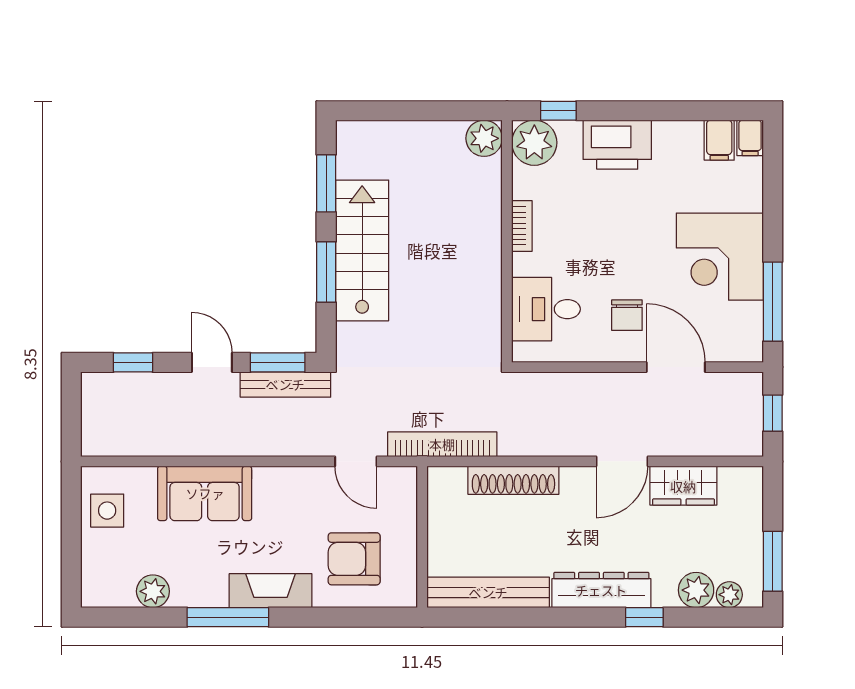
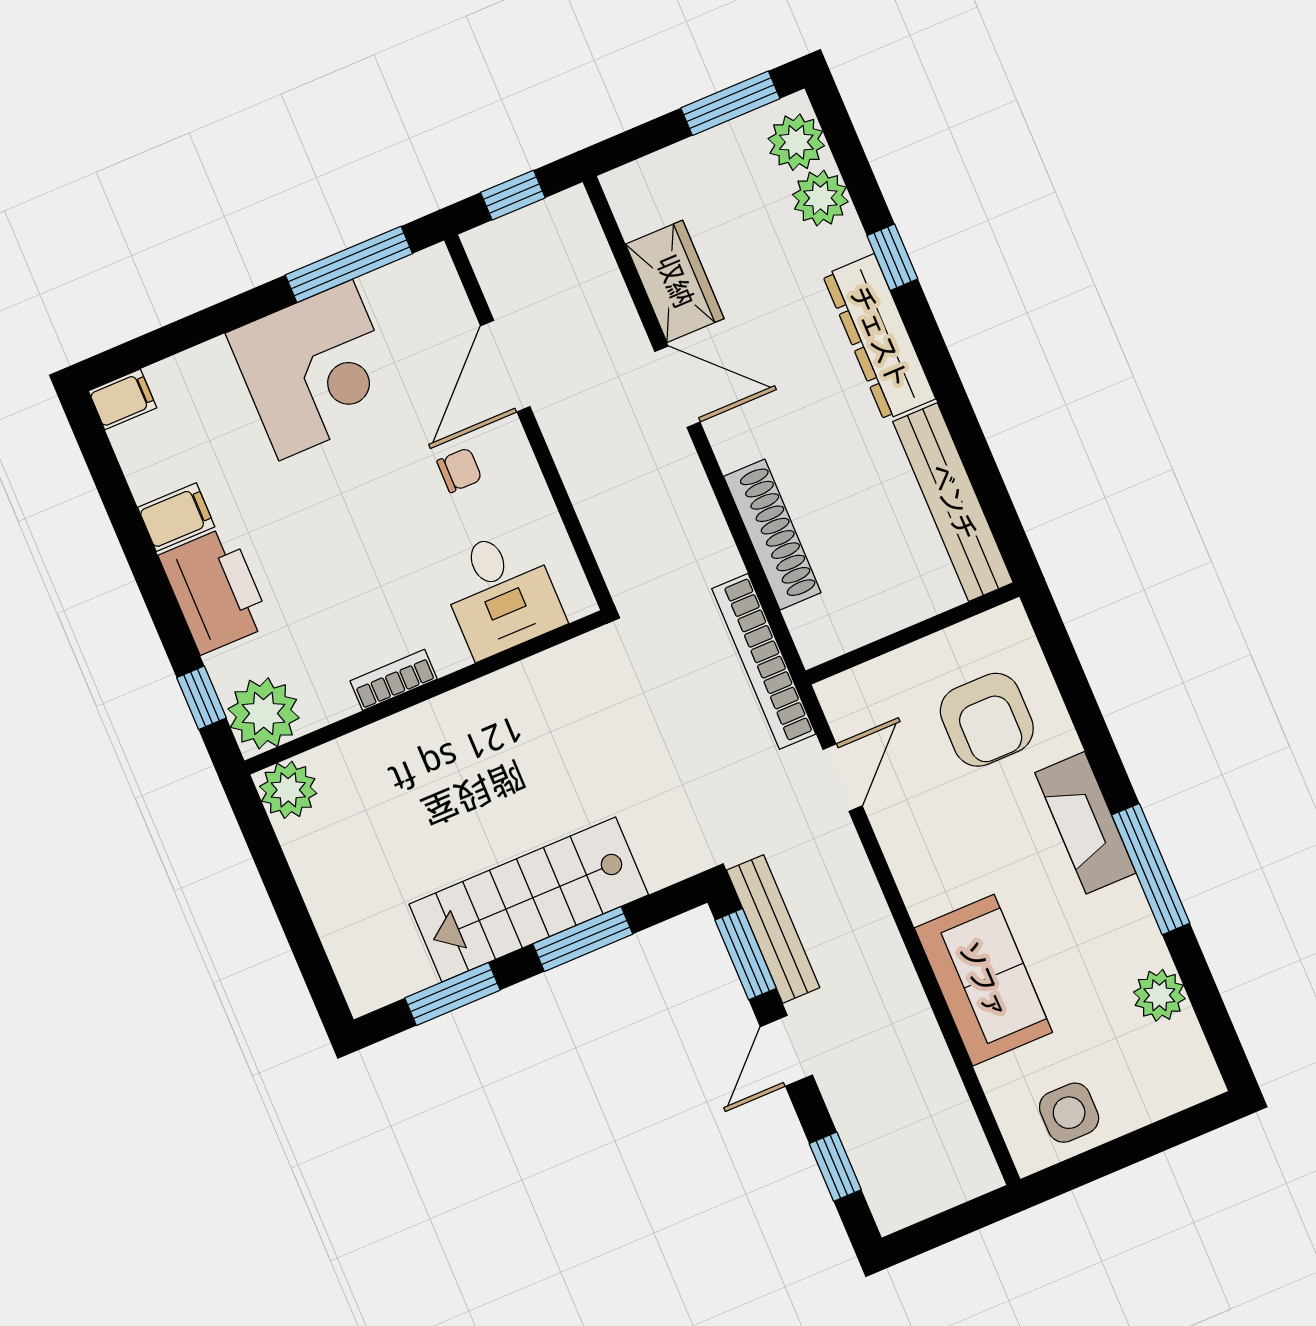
filing cabinet: (719, 140) -> (176, 517), moved
chair: (627, 315) -> (459, 470), width x0.73, depth x0.73
plant: (729, 595) -> (796, 142), width x1.38, depth x1.38

